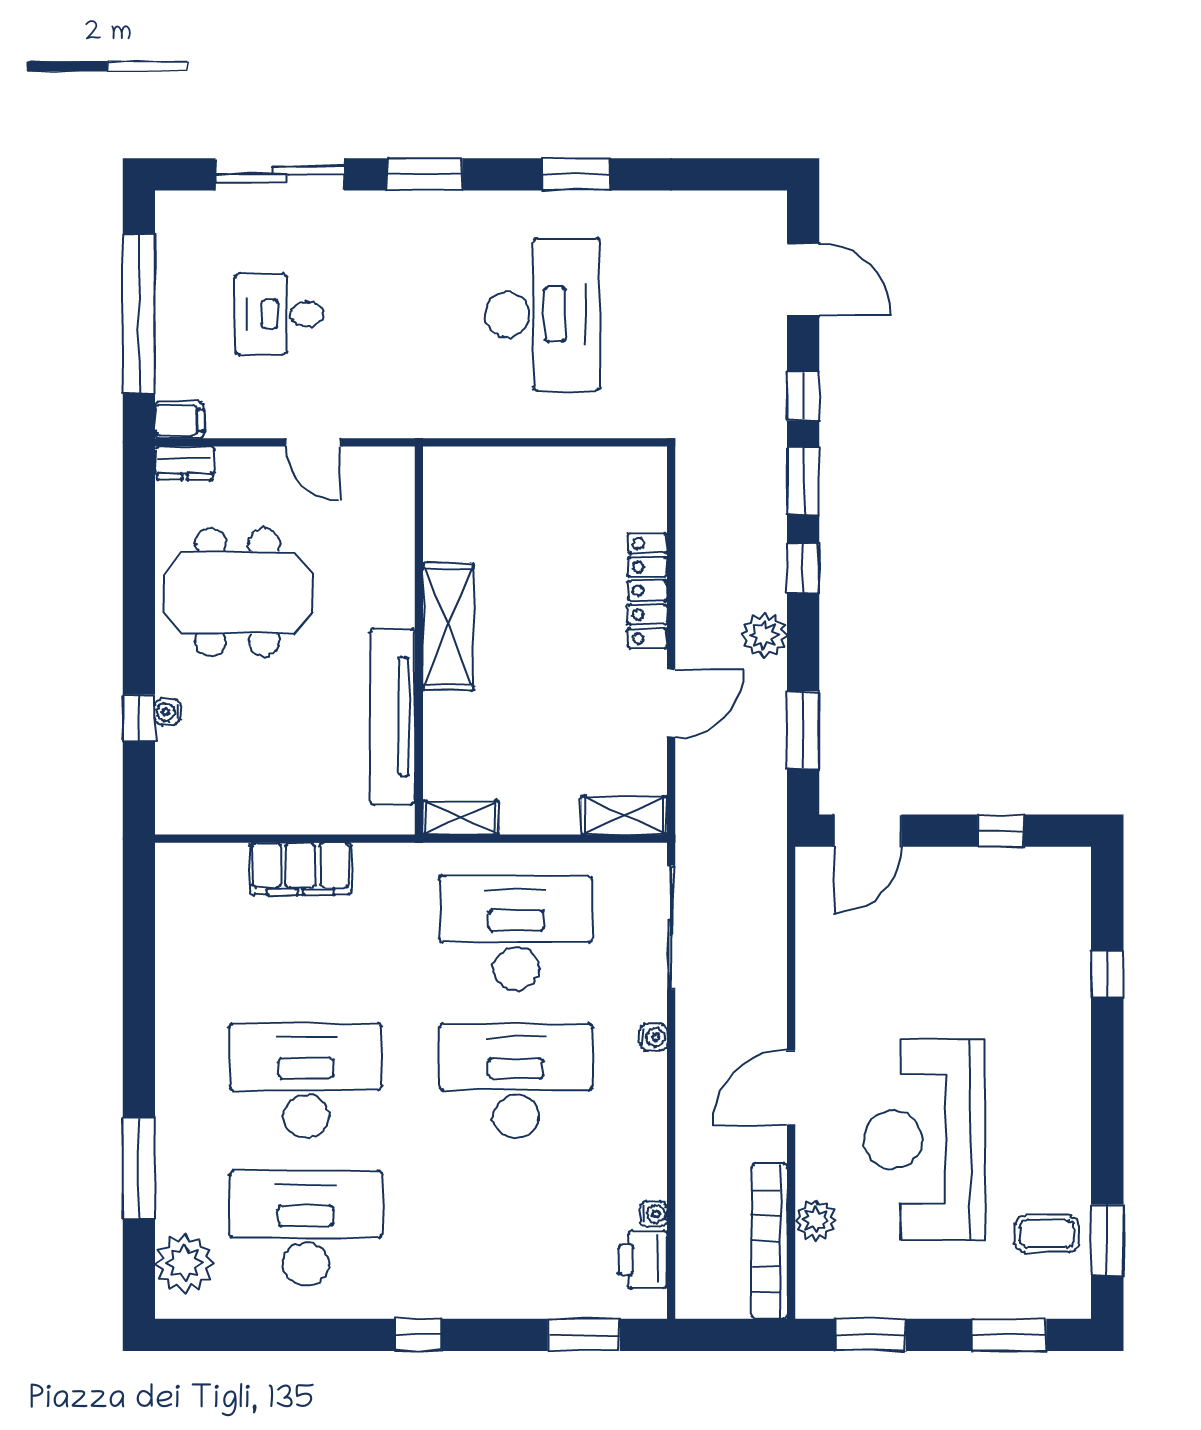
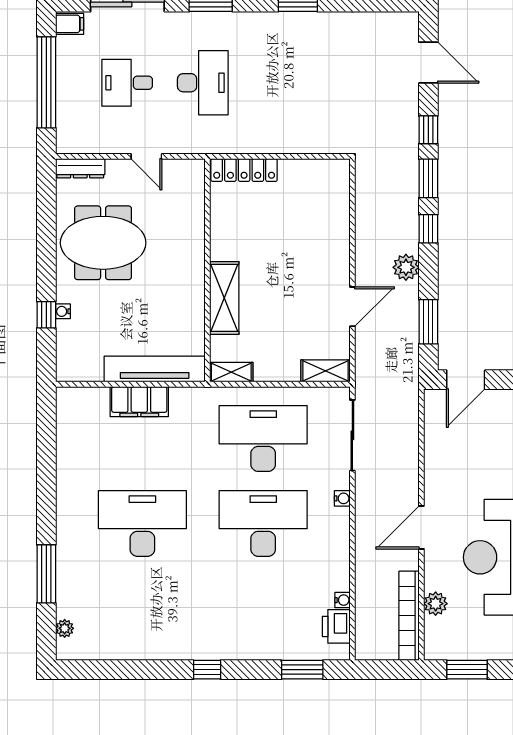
desk: (542, 314) -> (203, 83), moved, width x0.73, depth x0.77
filing cabinet: (179, 420) -> (70, 24), moved
dresser: (185, 463) -> (80, 168), width x1.44
locker: (647, 591) -> (244, 170), moved, turned -90
shelving: (448, 627) -> (224, 298), moved
tv unit: (393, 717) -> (155, 369), moved, turned 90
desk: (306, 1228) -> (142, 608), removed
plant: (184, 1263) -> (65, 628), width x0.53, depth x0.53

